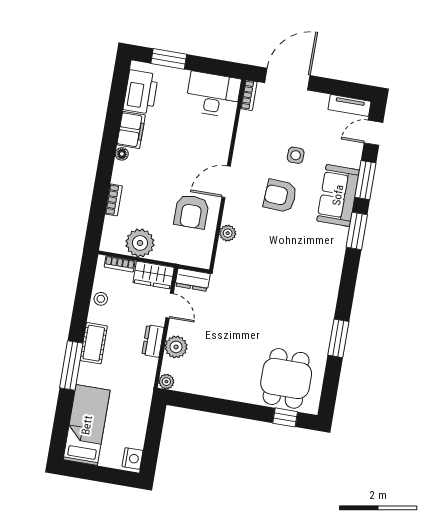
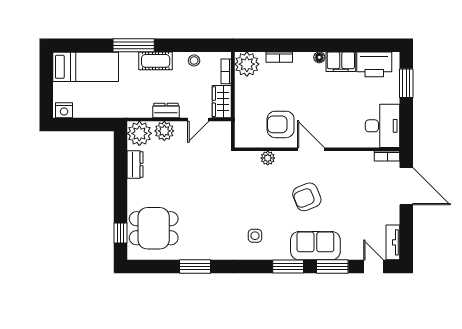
side table: (296, 155) -> (255, 236), moved
armchair: (280, 196) -> (307, 197), turned -115
plant: (140, 243) -> (247, 64), moved
dresser: (193, 280) -> (135, 164), moved, turned 180
plant: (166, 382) -> (139, 133), width x1.88, depth x1.88

